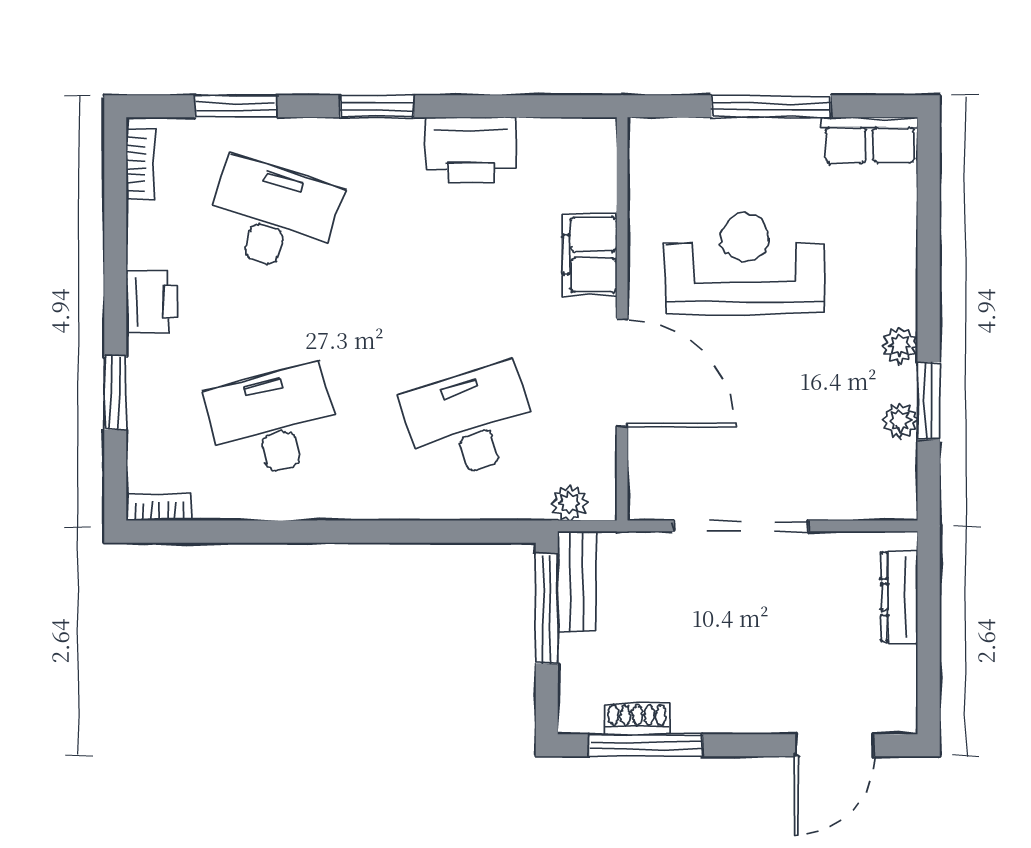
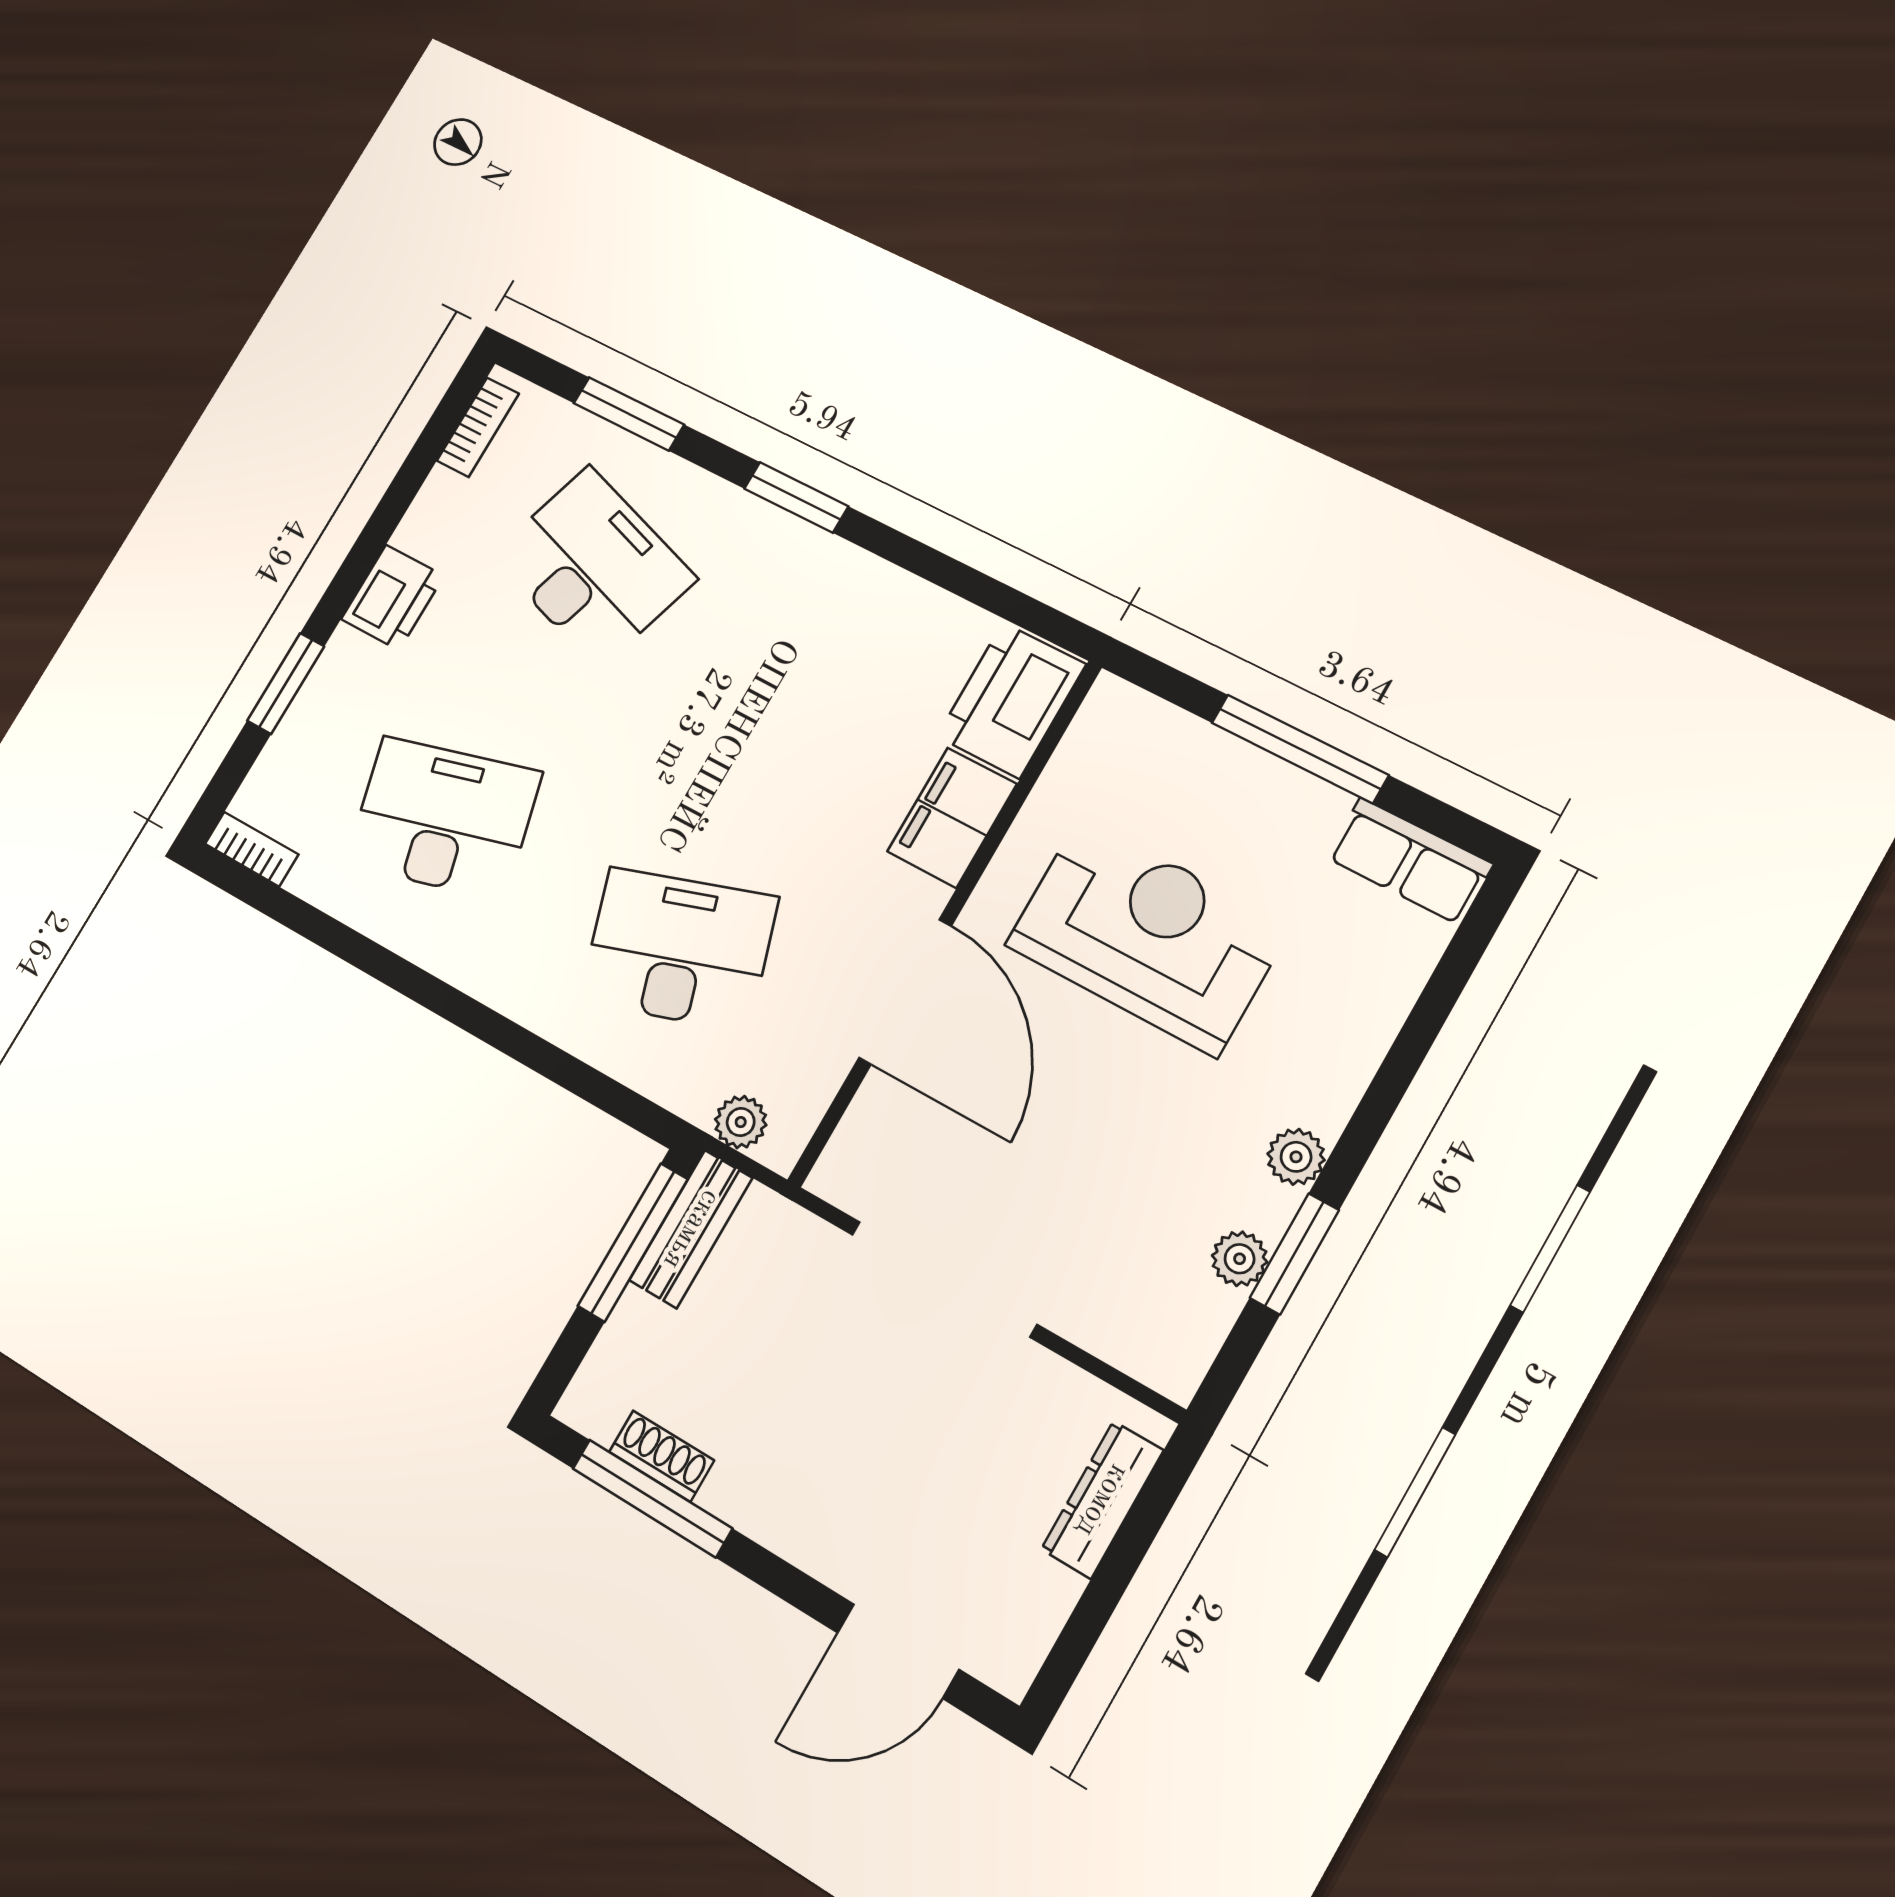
printer: (471, 150) -> (1011, 700), moved, turned 90

